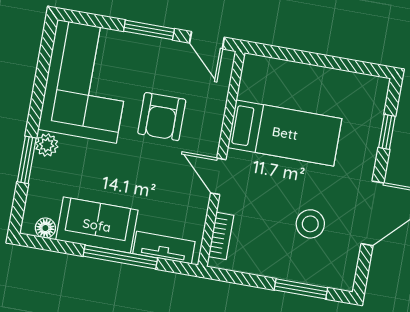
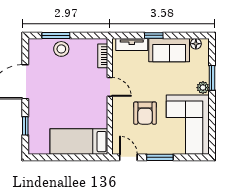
armchair: (162, 117) -> (145, 113), turned 180
bed: (285, 133) -> (79, 142), moved
stool: (310, 224) -> (61, 49), moved
window: (120, 257) -> (154, 35), width x0.46

